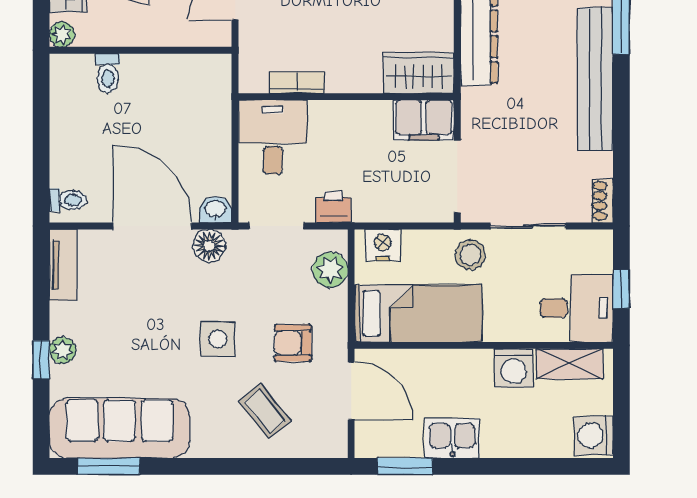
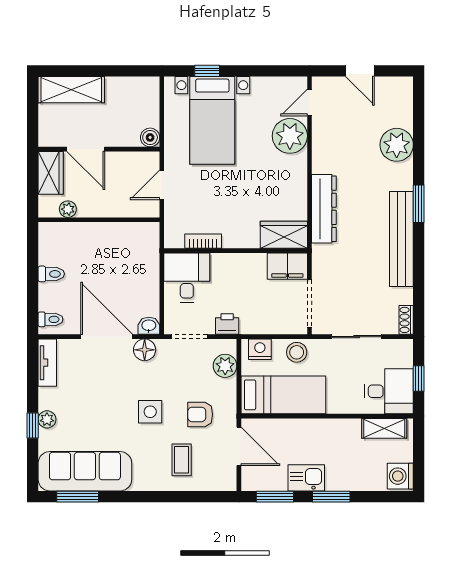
plant: (62, 34) -> (68, 209), moved
toilet: (108, 73) -> (51, 274), moved, turned -90
stool: (470, 255) -> (297, 352), moved
washing machine: (514, 368) -> (347, 431), removed
coffee table: (265, 411) -> (182, 460), turned 39
window: (490, 466) -> (331, 497), added

